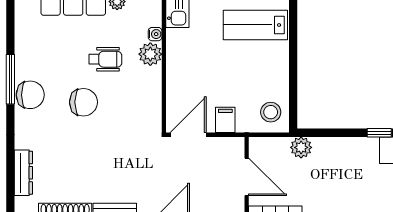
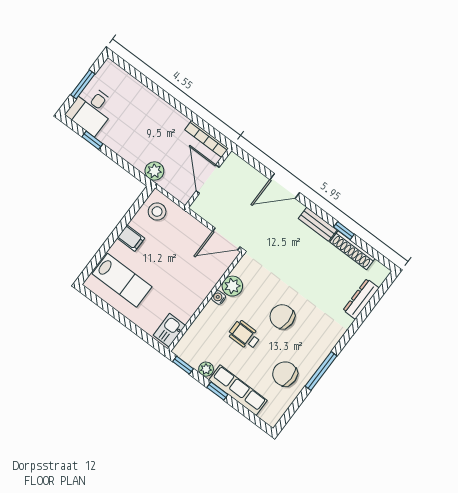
water cooler: (155, 34) -> (219, 297), moved
plant: (150, 54) -> (232, 286), moved
chair: (30, 95) -> (285, 374), moved
filing cabinet: (225, 120) -> (131, 238), moved, turned -90

